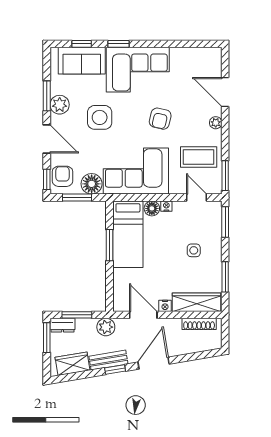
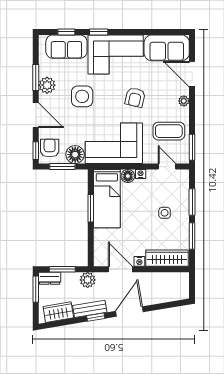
sofa: (196, 62) -> (167, 48), added
window: (225, 222) -> (192, 202), moved
shoe rack: (199, 324) -> (169, 277), removed

